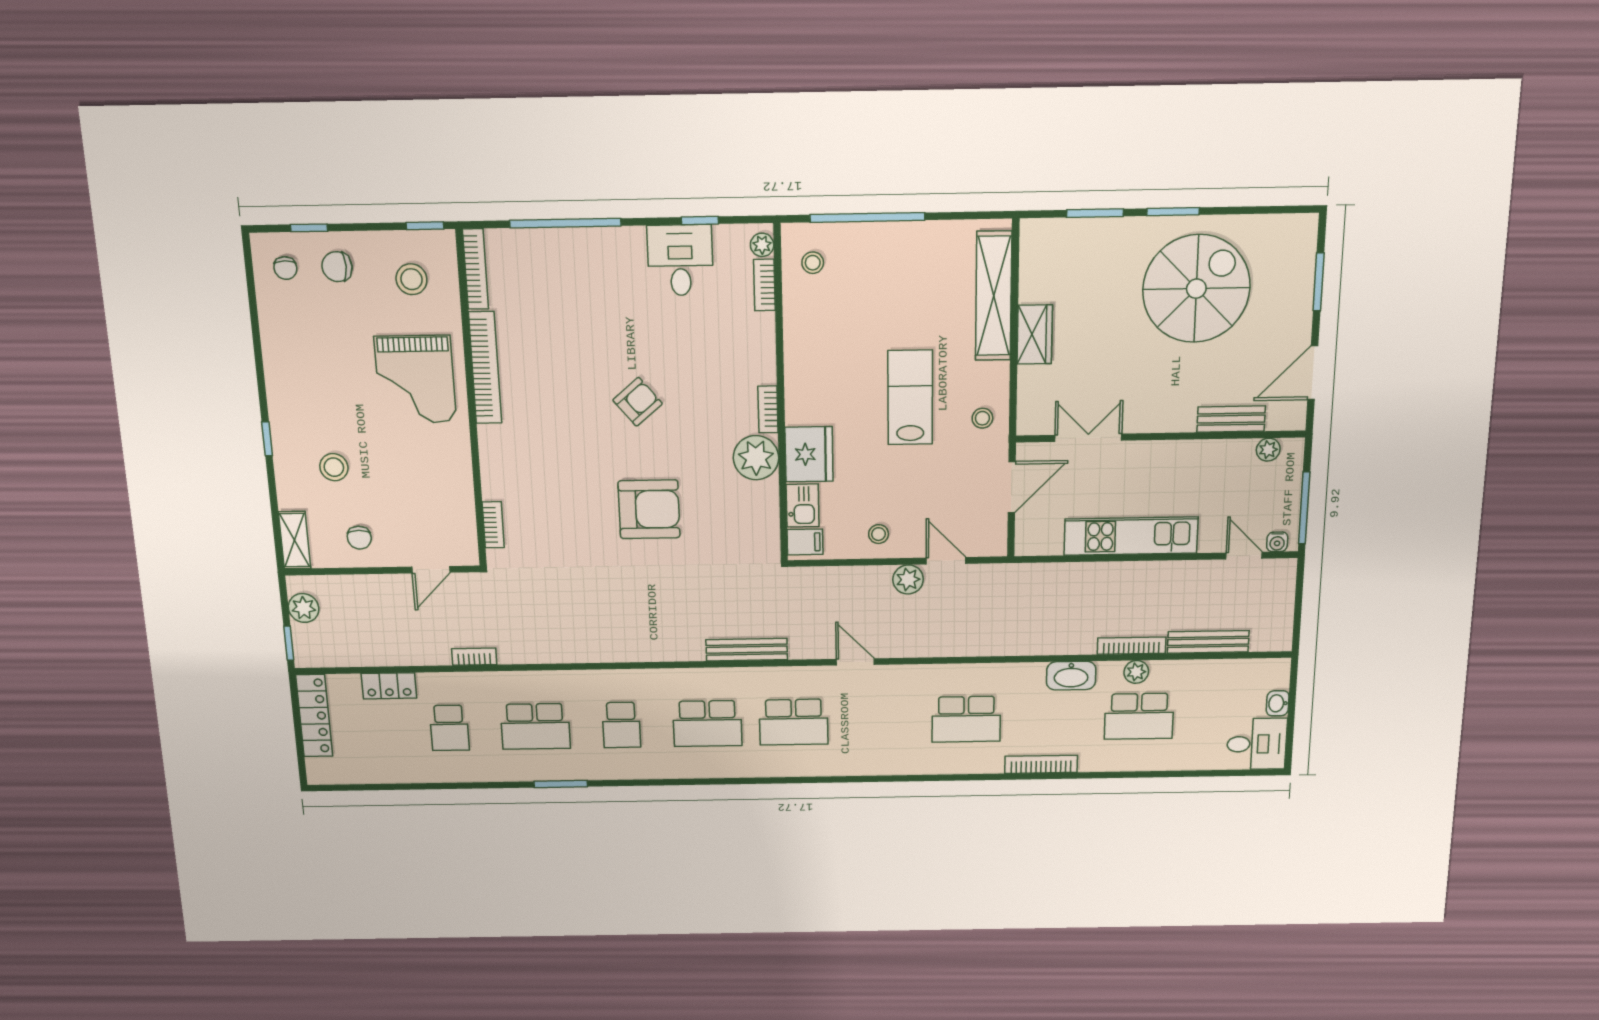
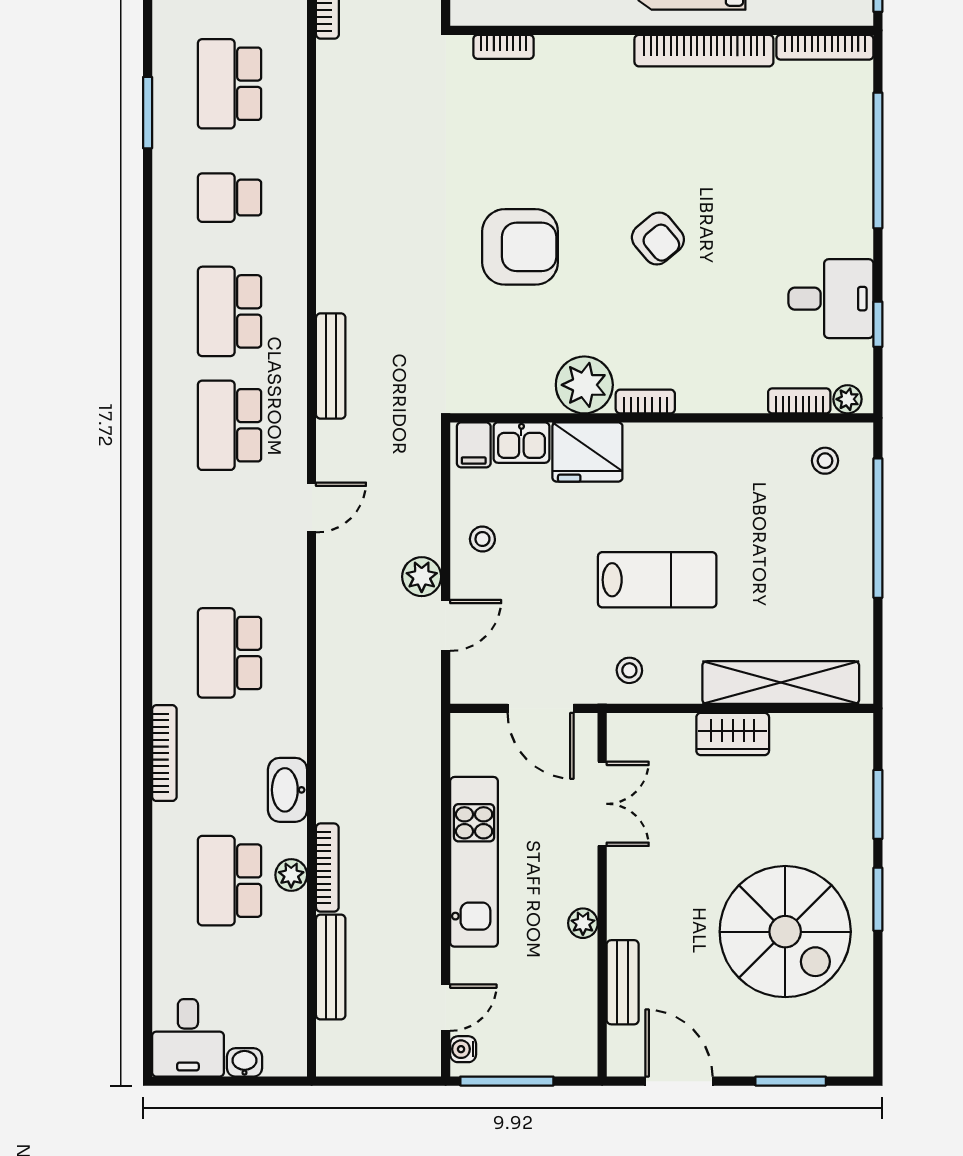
plant: (1268, 450) -> (583, 923), moved
armchair: (649, 509) -> (520, 247), turned -90

